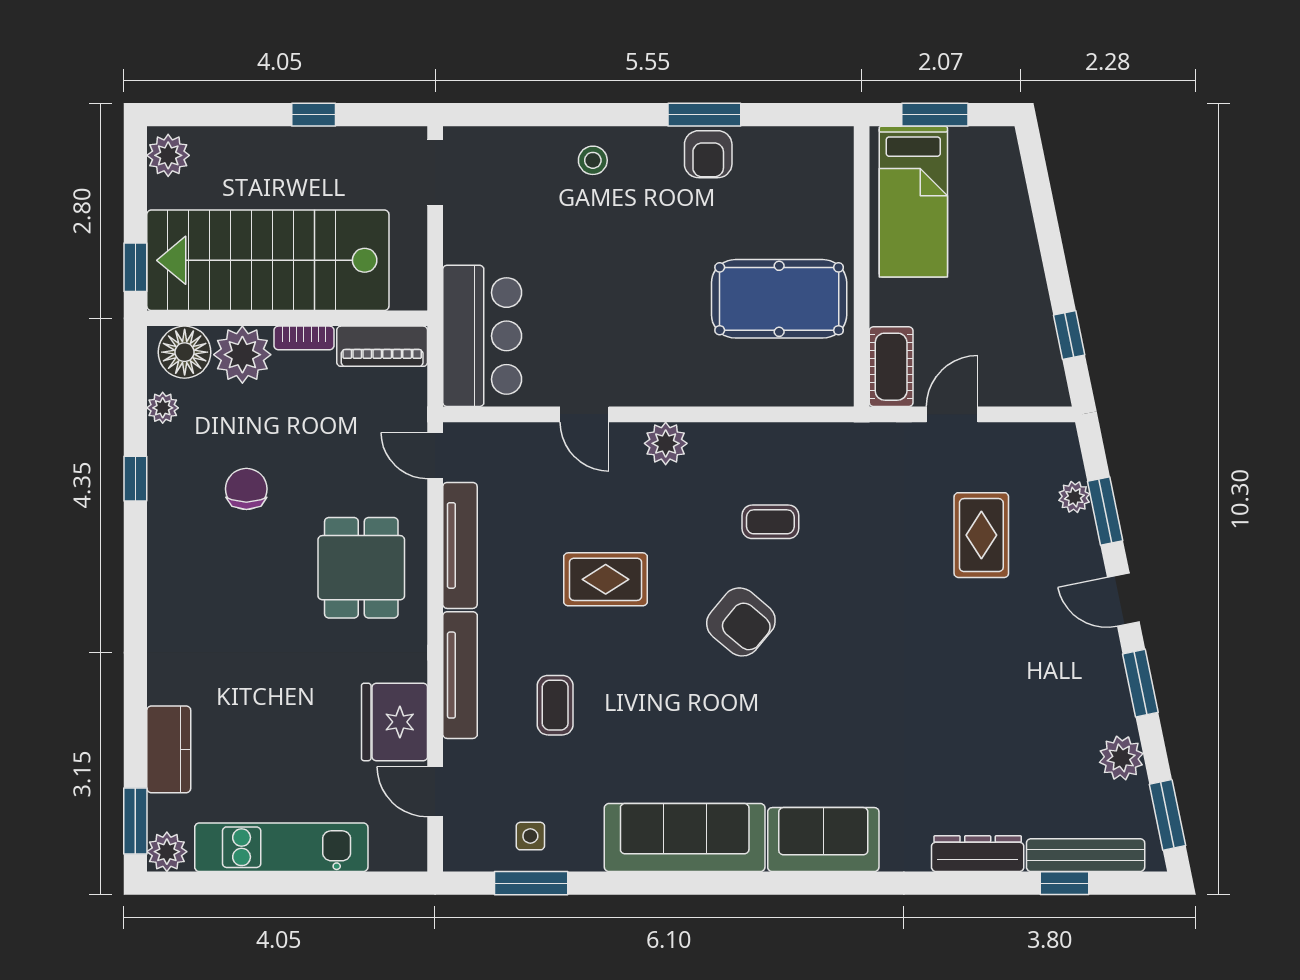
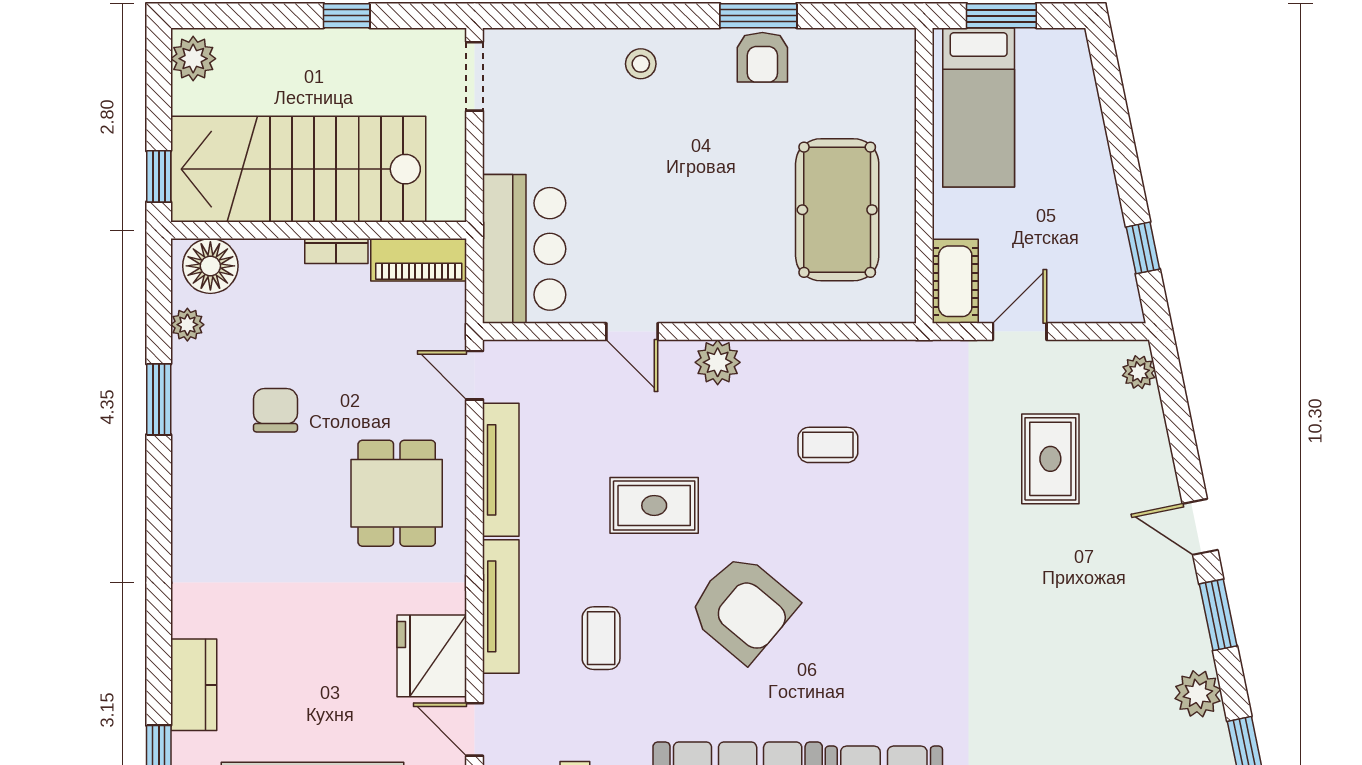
pool table: (779, 299) -> (837, 210), turned 90
plant: (242, 355) -> (271, 269), removed
window: (135, 479) -> (159, 399), width x1.50
plant: (1074, 497) -> (1139, 372), moved
window: (1105, 511) -> (1181, 433), removed
armchair: (741, 622) -> (743, 608), moved, width x1.36, depth x1.36

